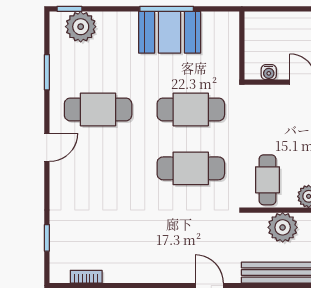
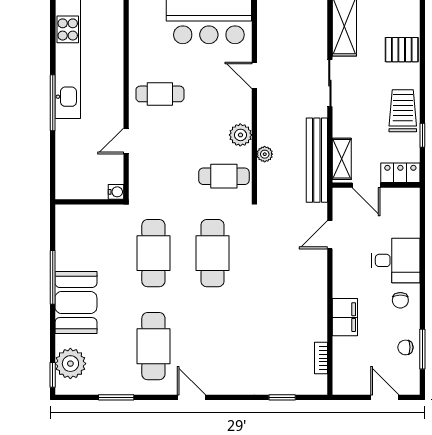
booth: (170, 32) -> (76, 303), moved
water cooler: (269, 72) -> (116, 192), moved
plant: (283, 227) -> (265, 154), width x0.53, depth x0.53

